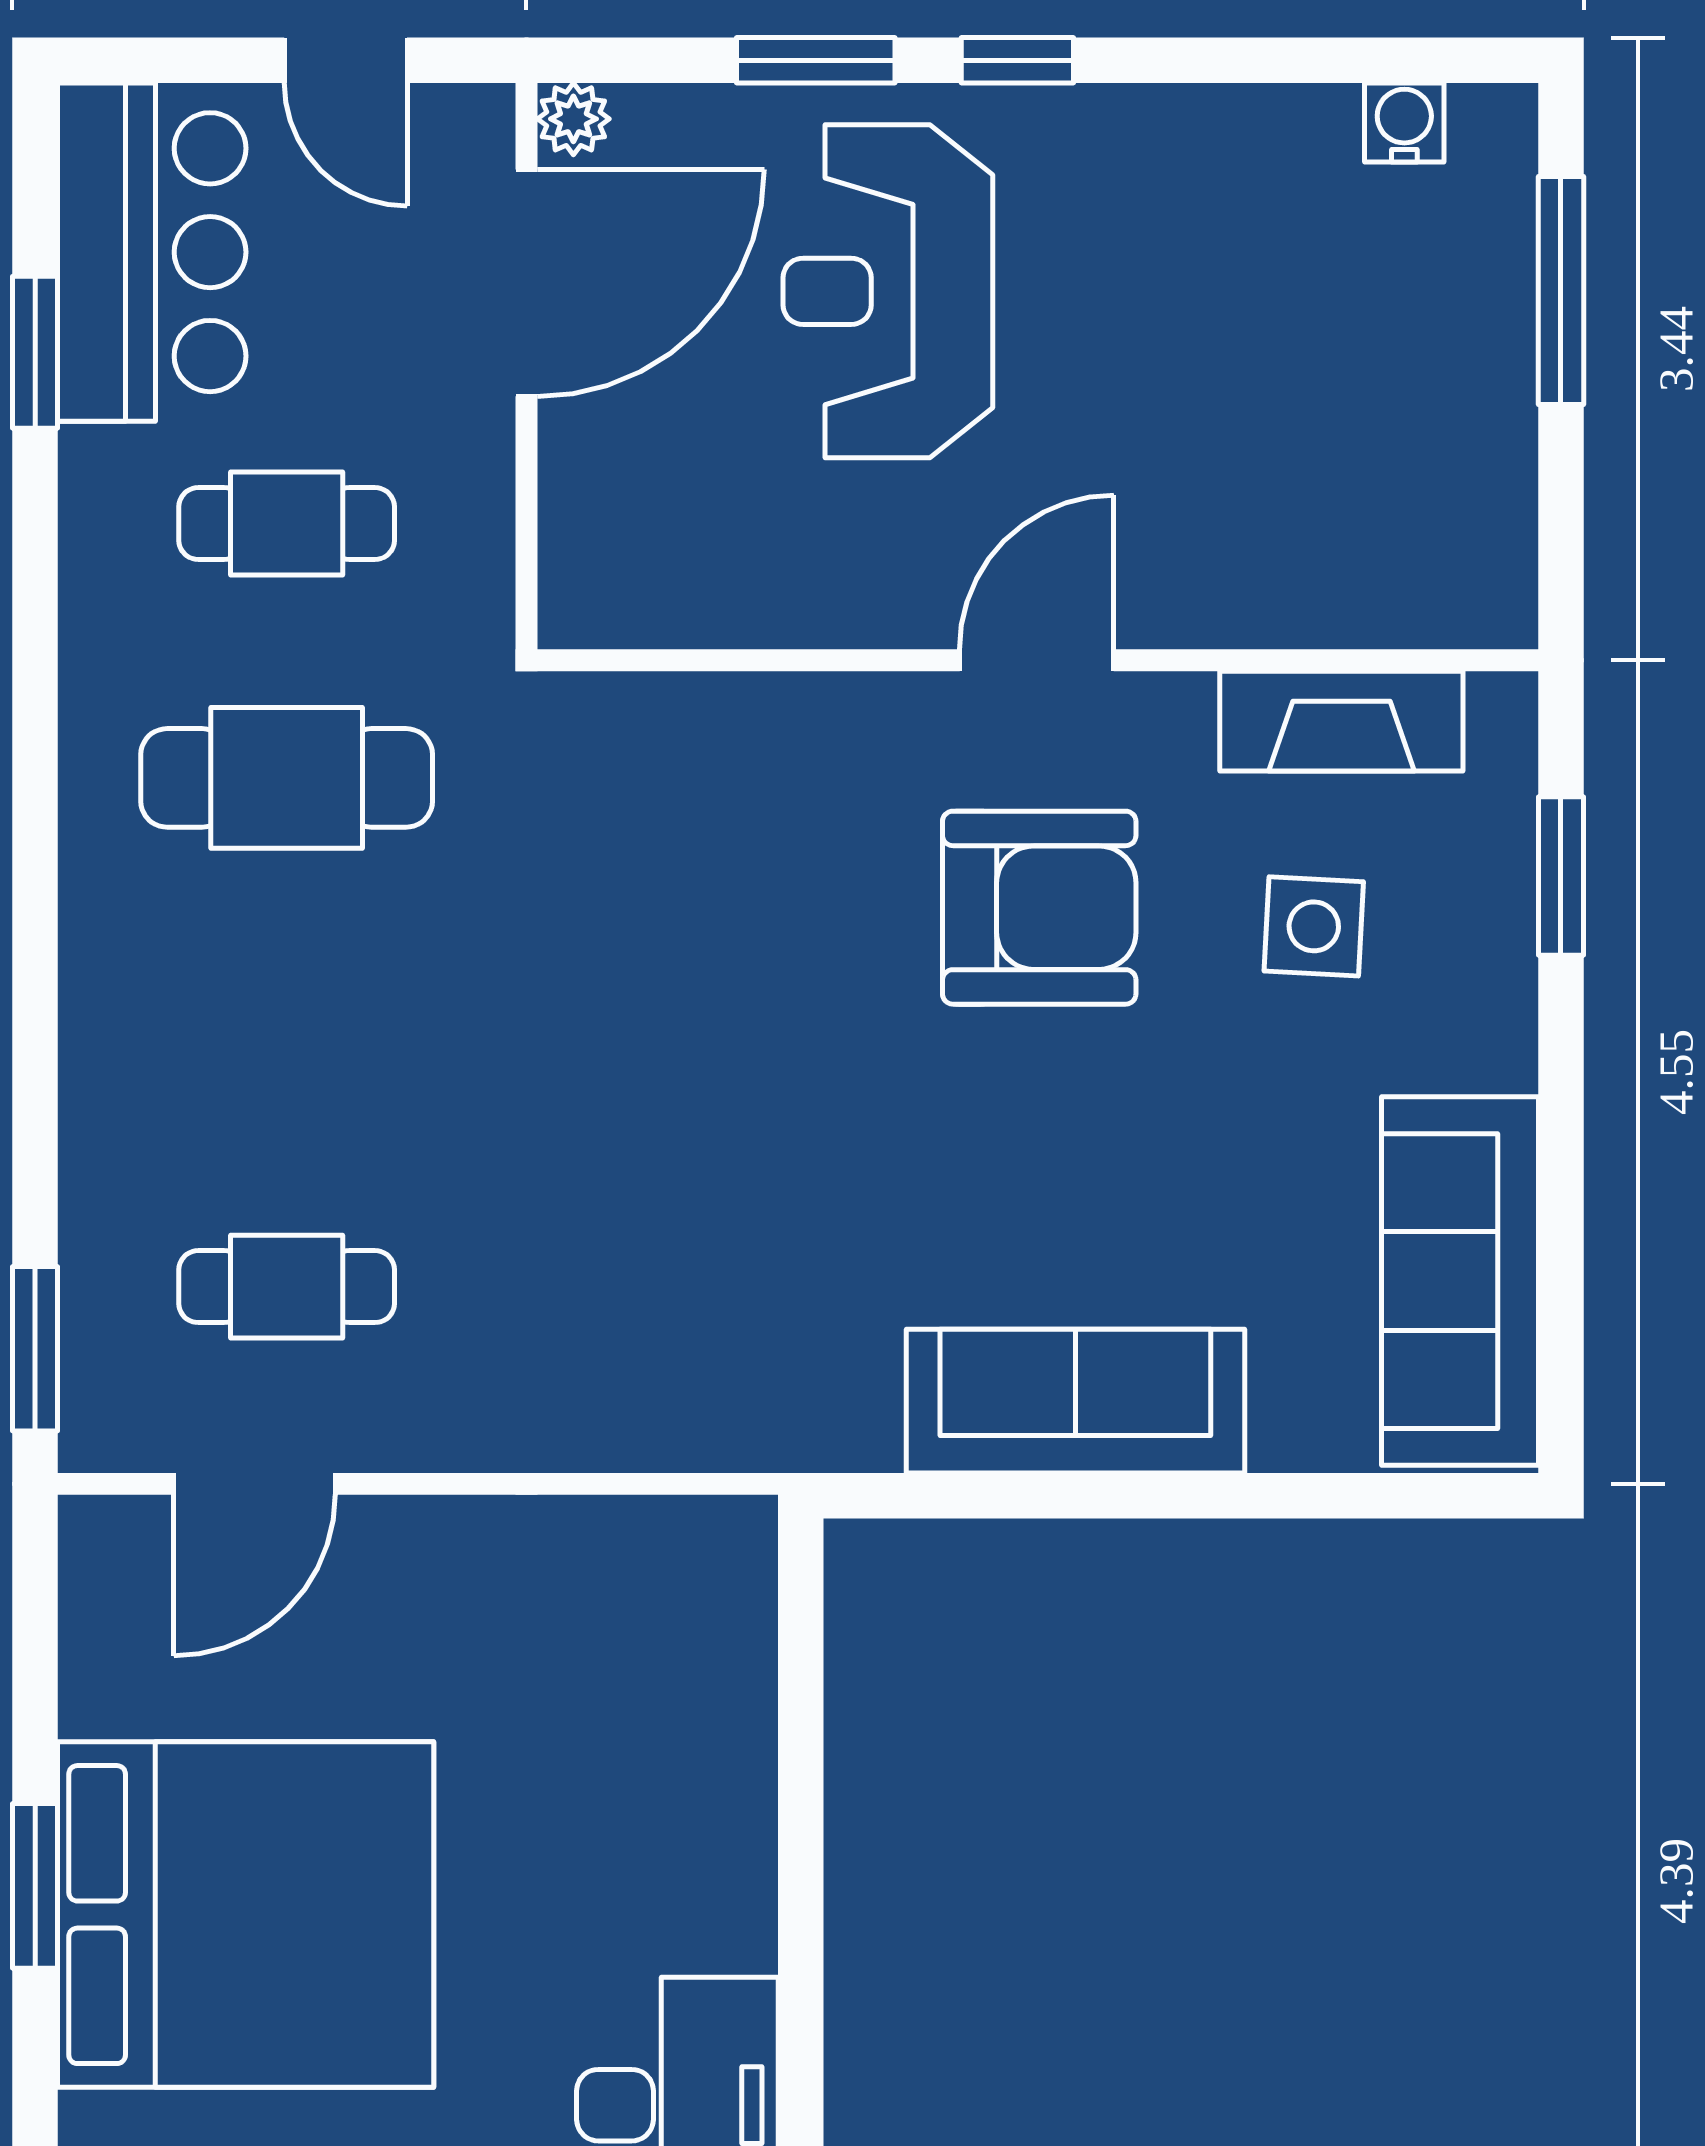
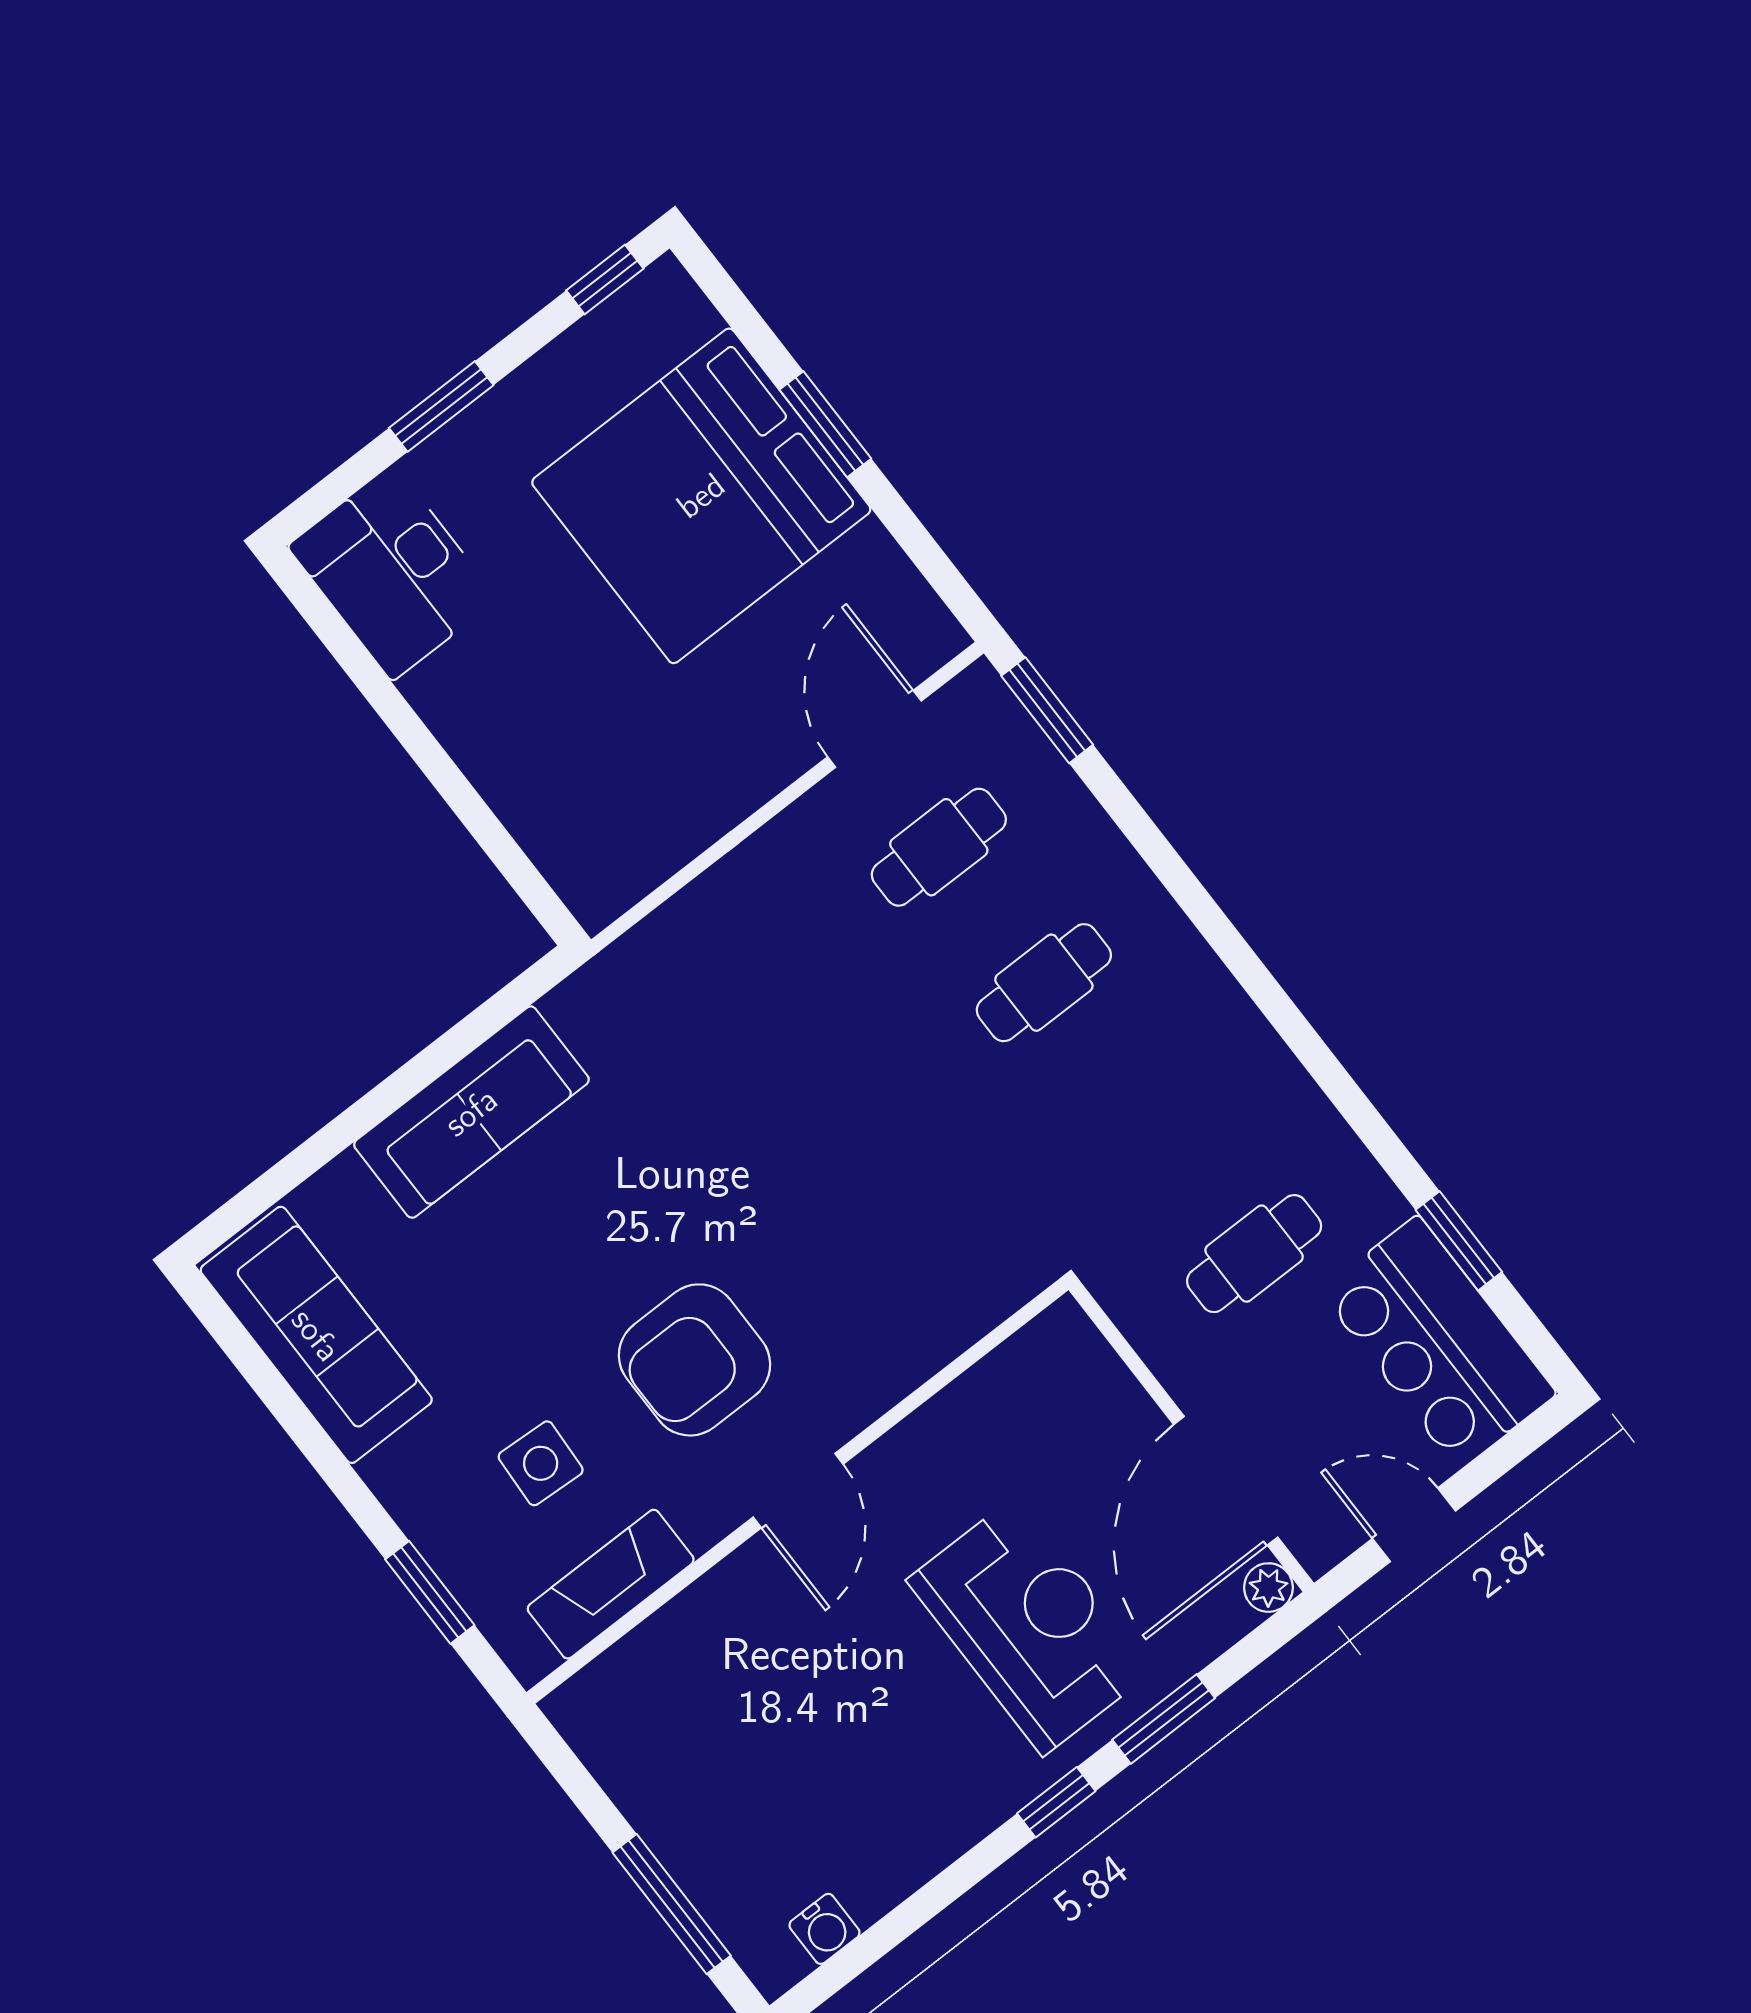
cafe table: (287, 778) -> (1044, 983), moved, width x0.73, depth x0.74

